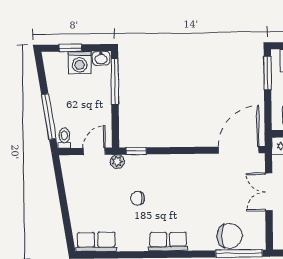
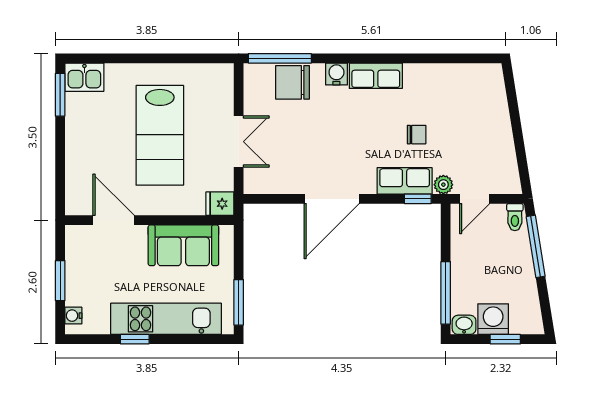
door: (239, 150) -> (332, 199), moved
row of seats: (96, 242) -> (405, 181), moved, turned 180
water cooler: (197, 242) -> (336, 74), added

